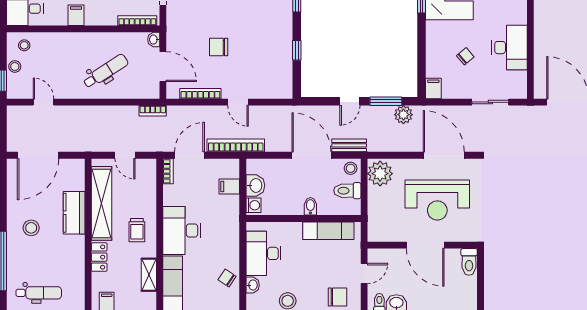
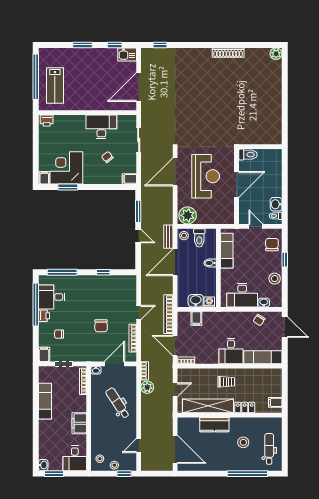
filing cabinet: (76, 15) -> (79, 423), width x2.00
plant: (403, 115) -> (147, 387), moved
stool: (31, 228) -> (243, 442), moved
desk: (182, 231) -> (231, 351), width x0.73
shelving: (149, 275) -> (257, 374), removed

